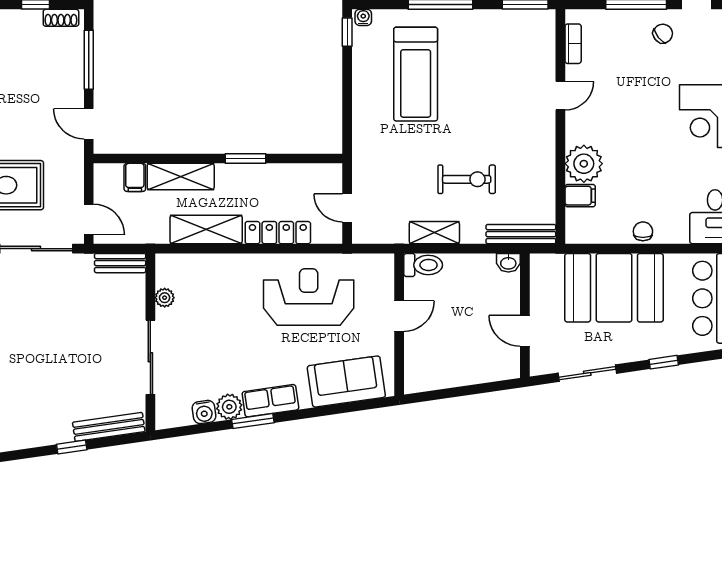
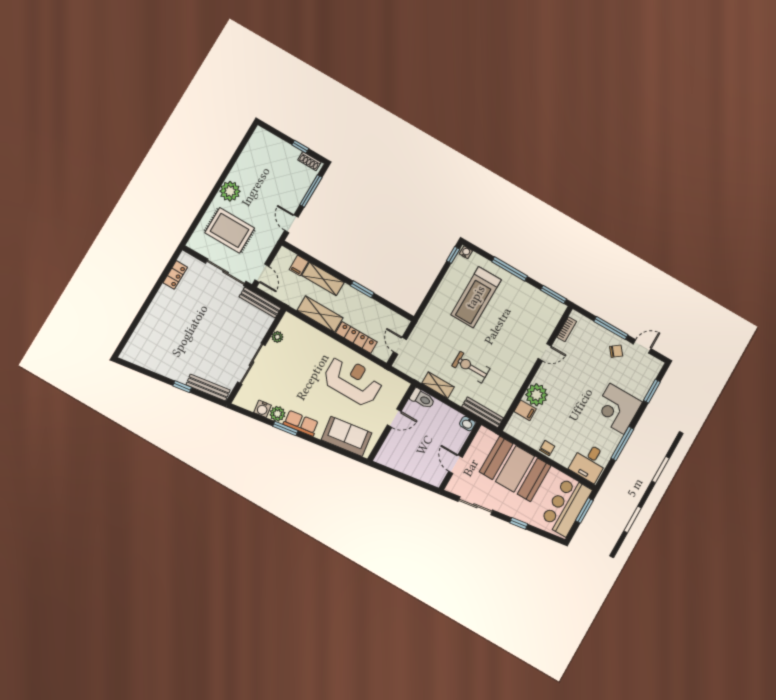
exercise bike: (467, 179) -> (471, 367), turned 180
bench: (120, 263) -> (260, 302), width x1.36

